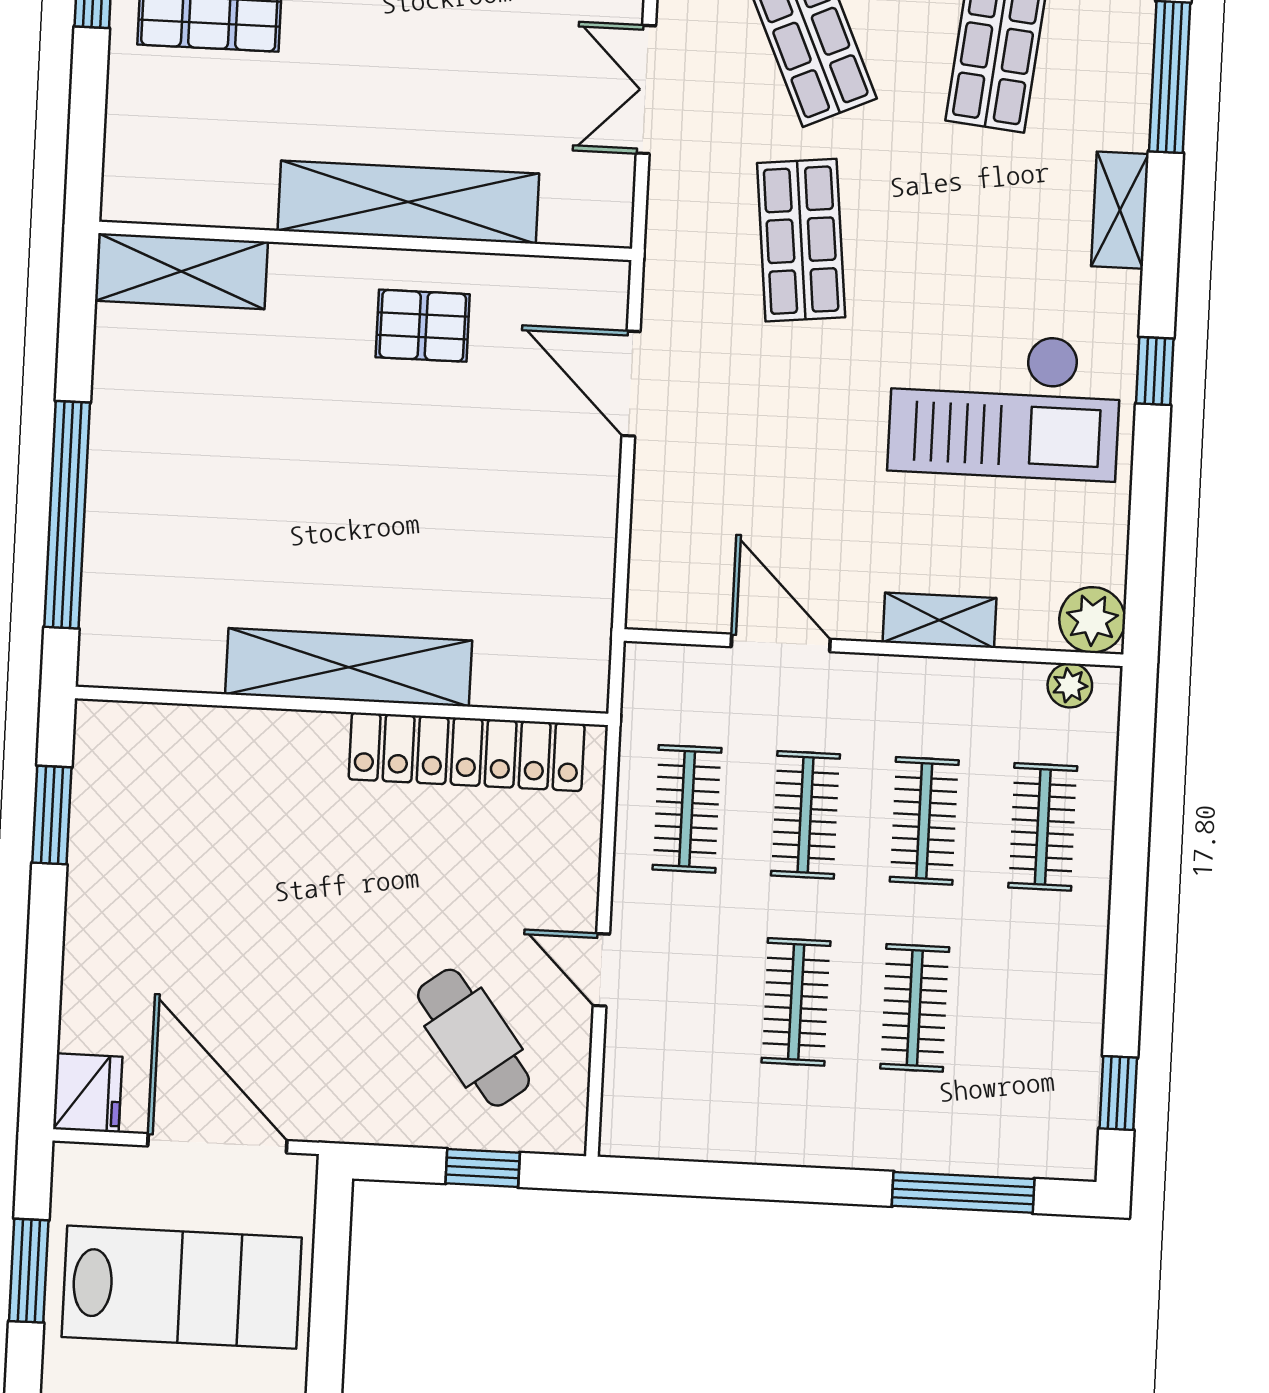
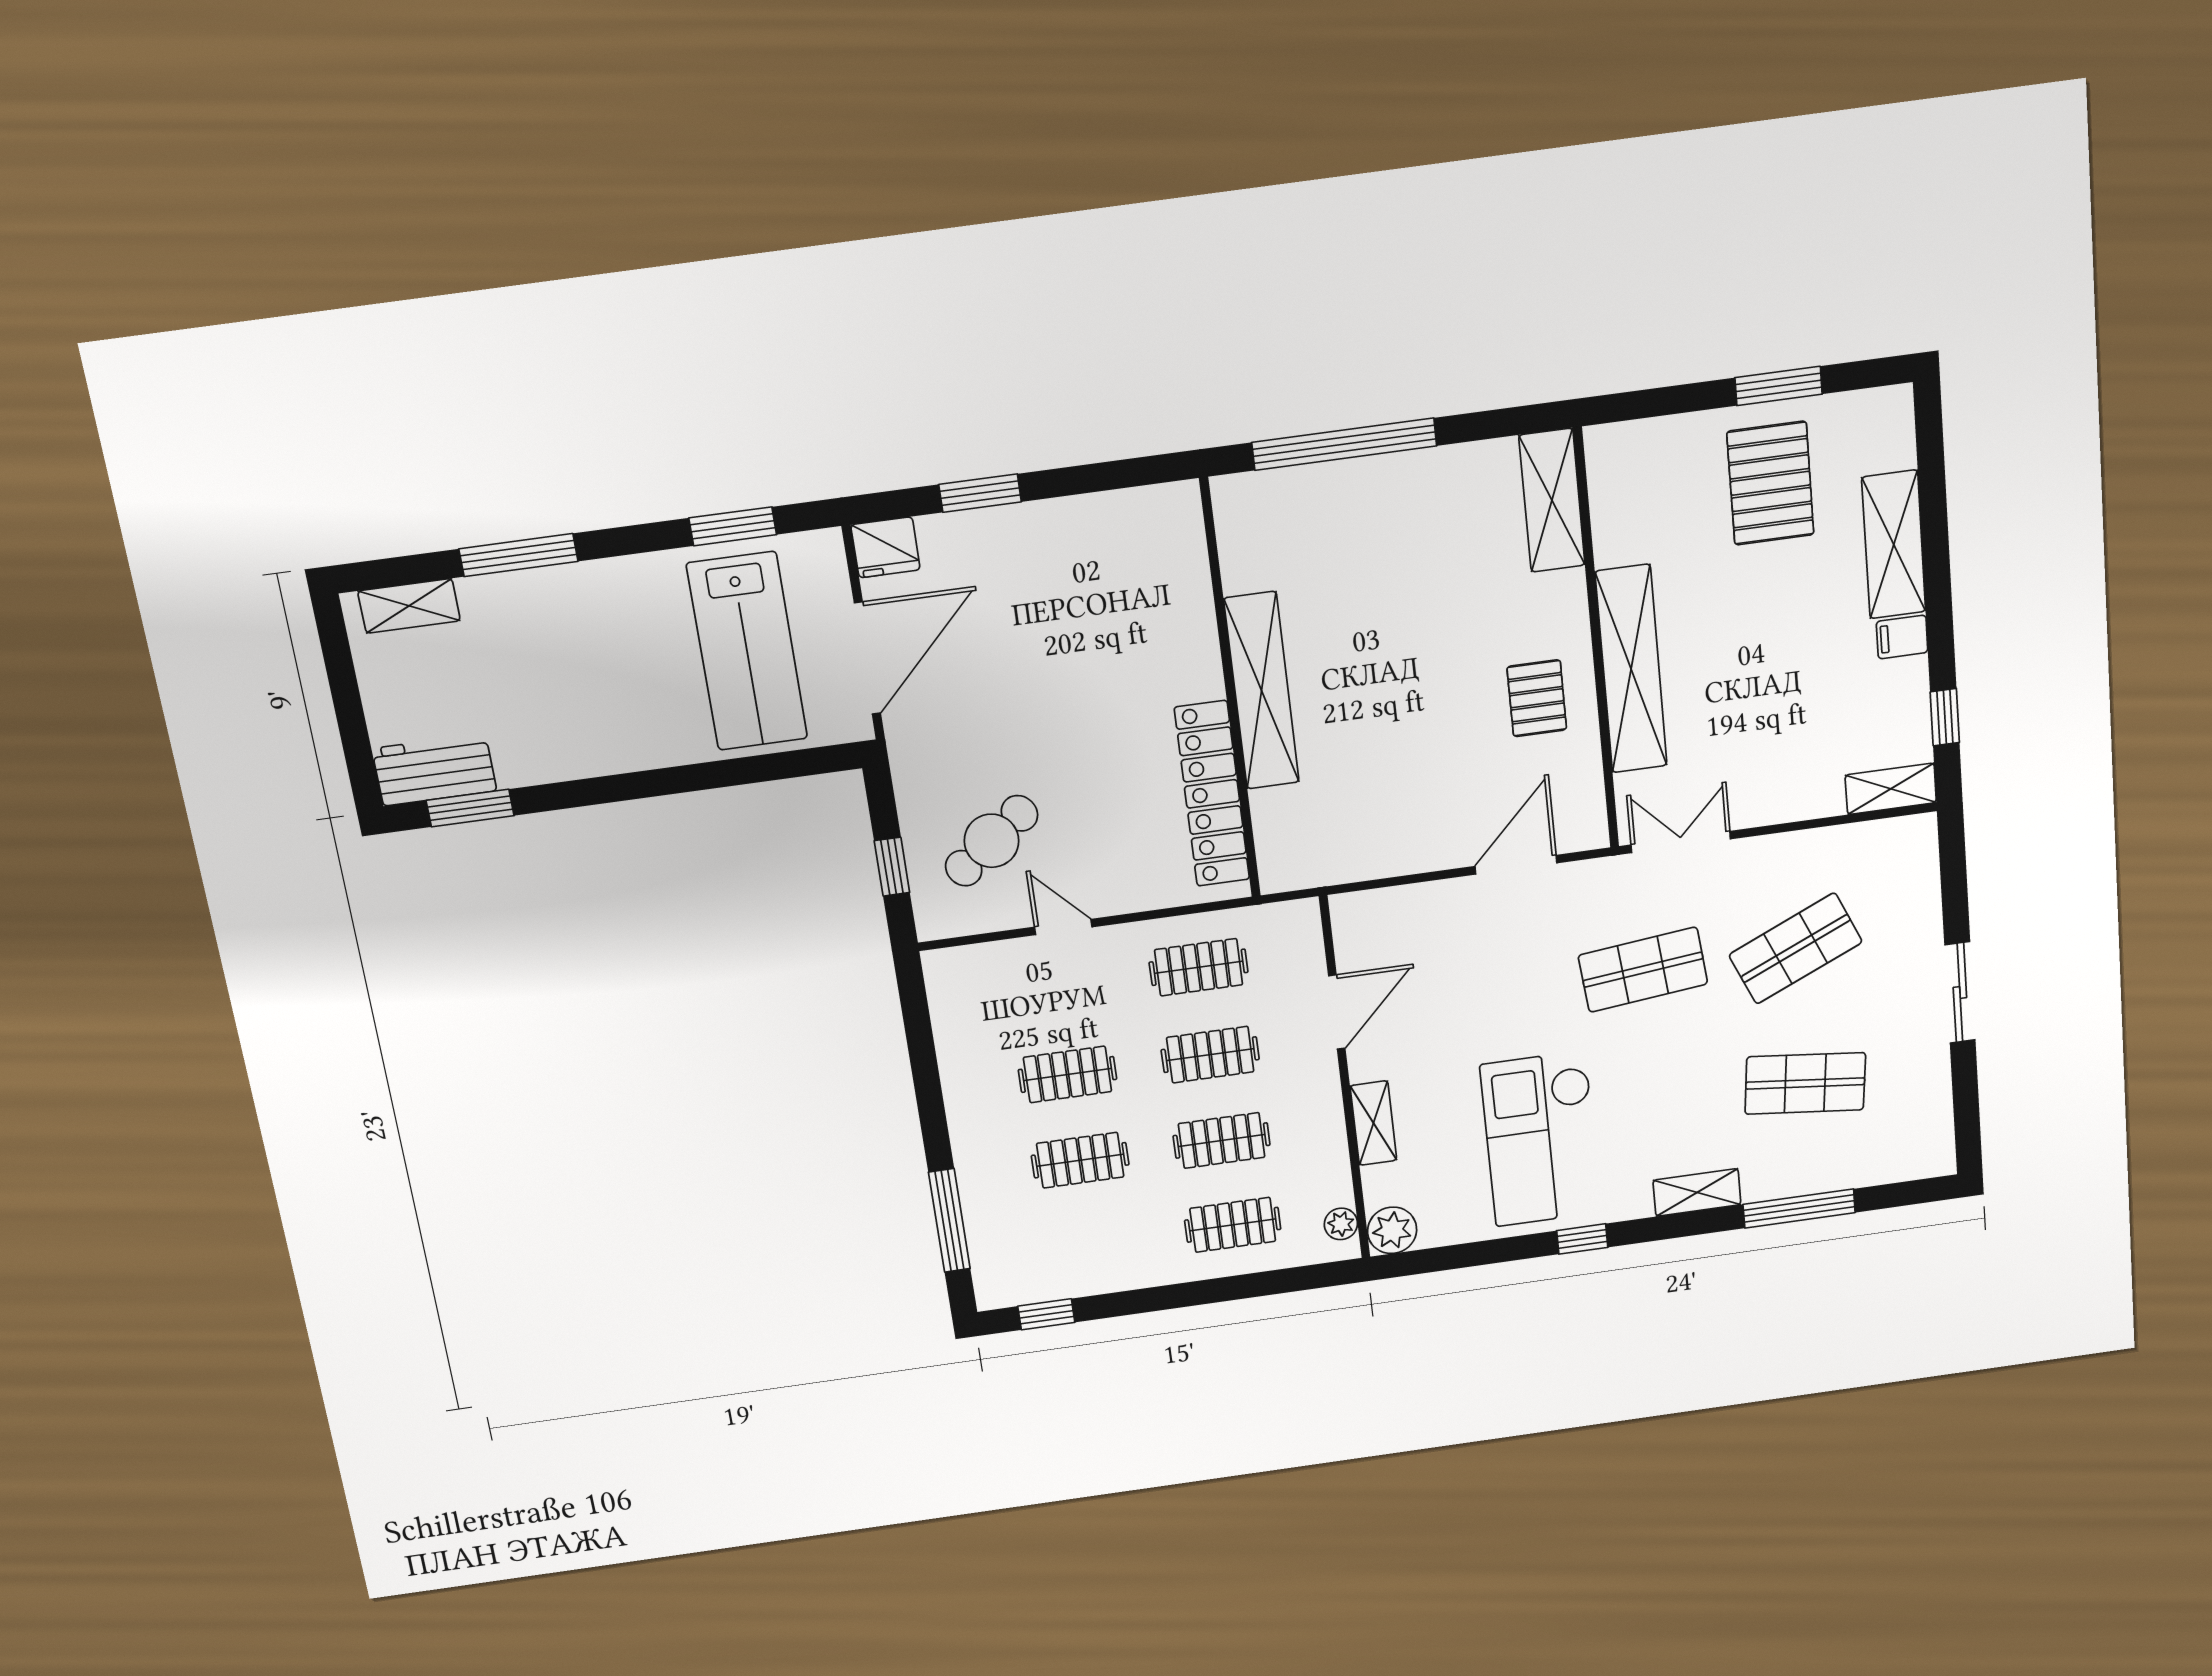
double door: (646, 90) -> (1681, 842), moved
window: (52, 815) -> (980, 493), moved
door: (601, 970) -> (1063, 927), hinge flipped

